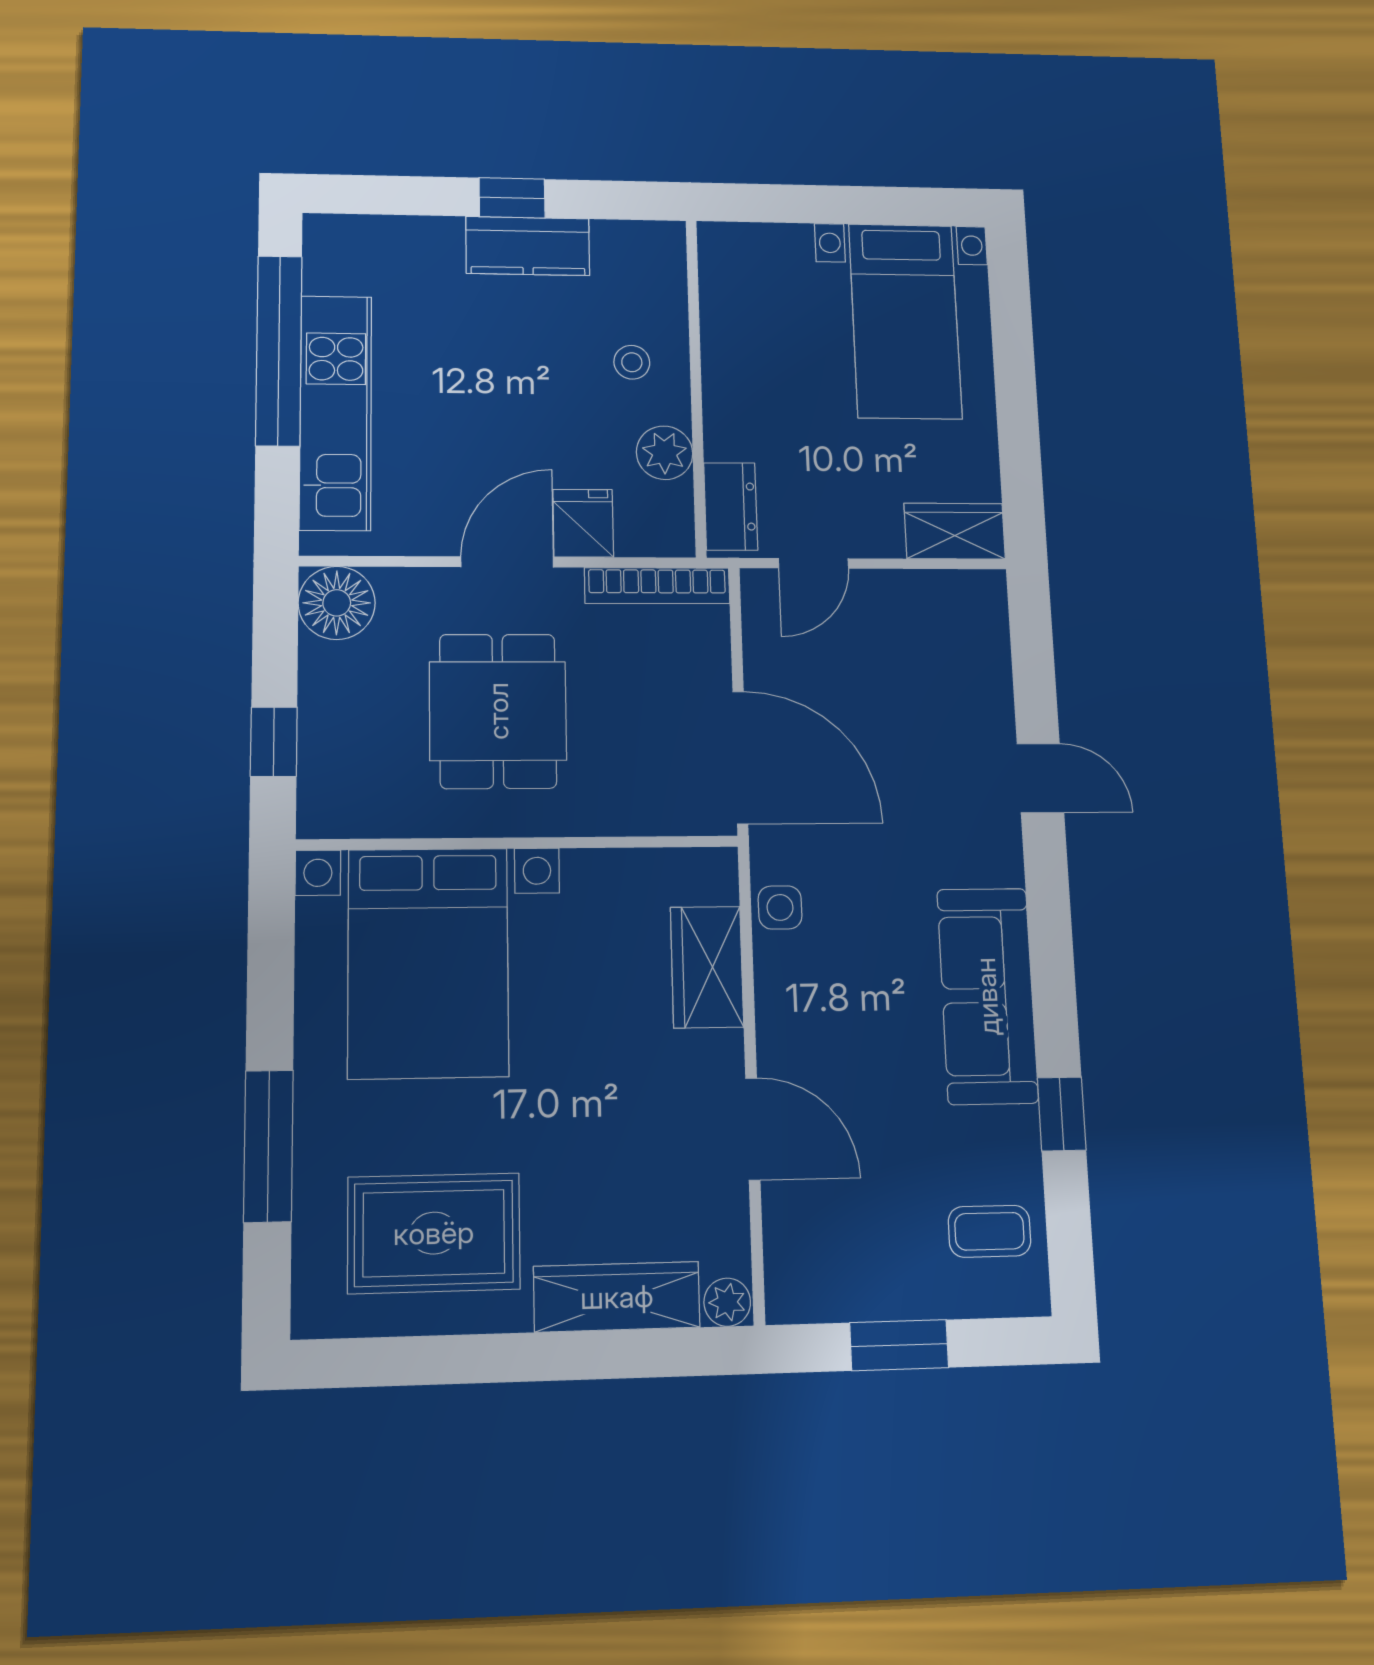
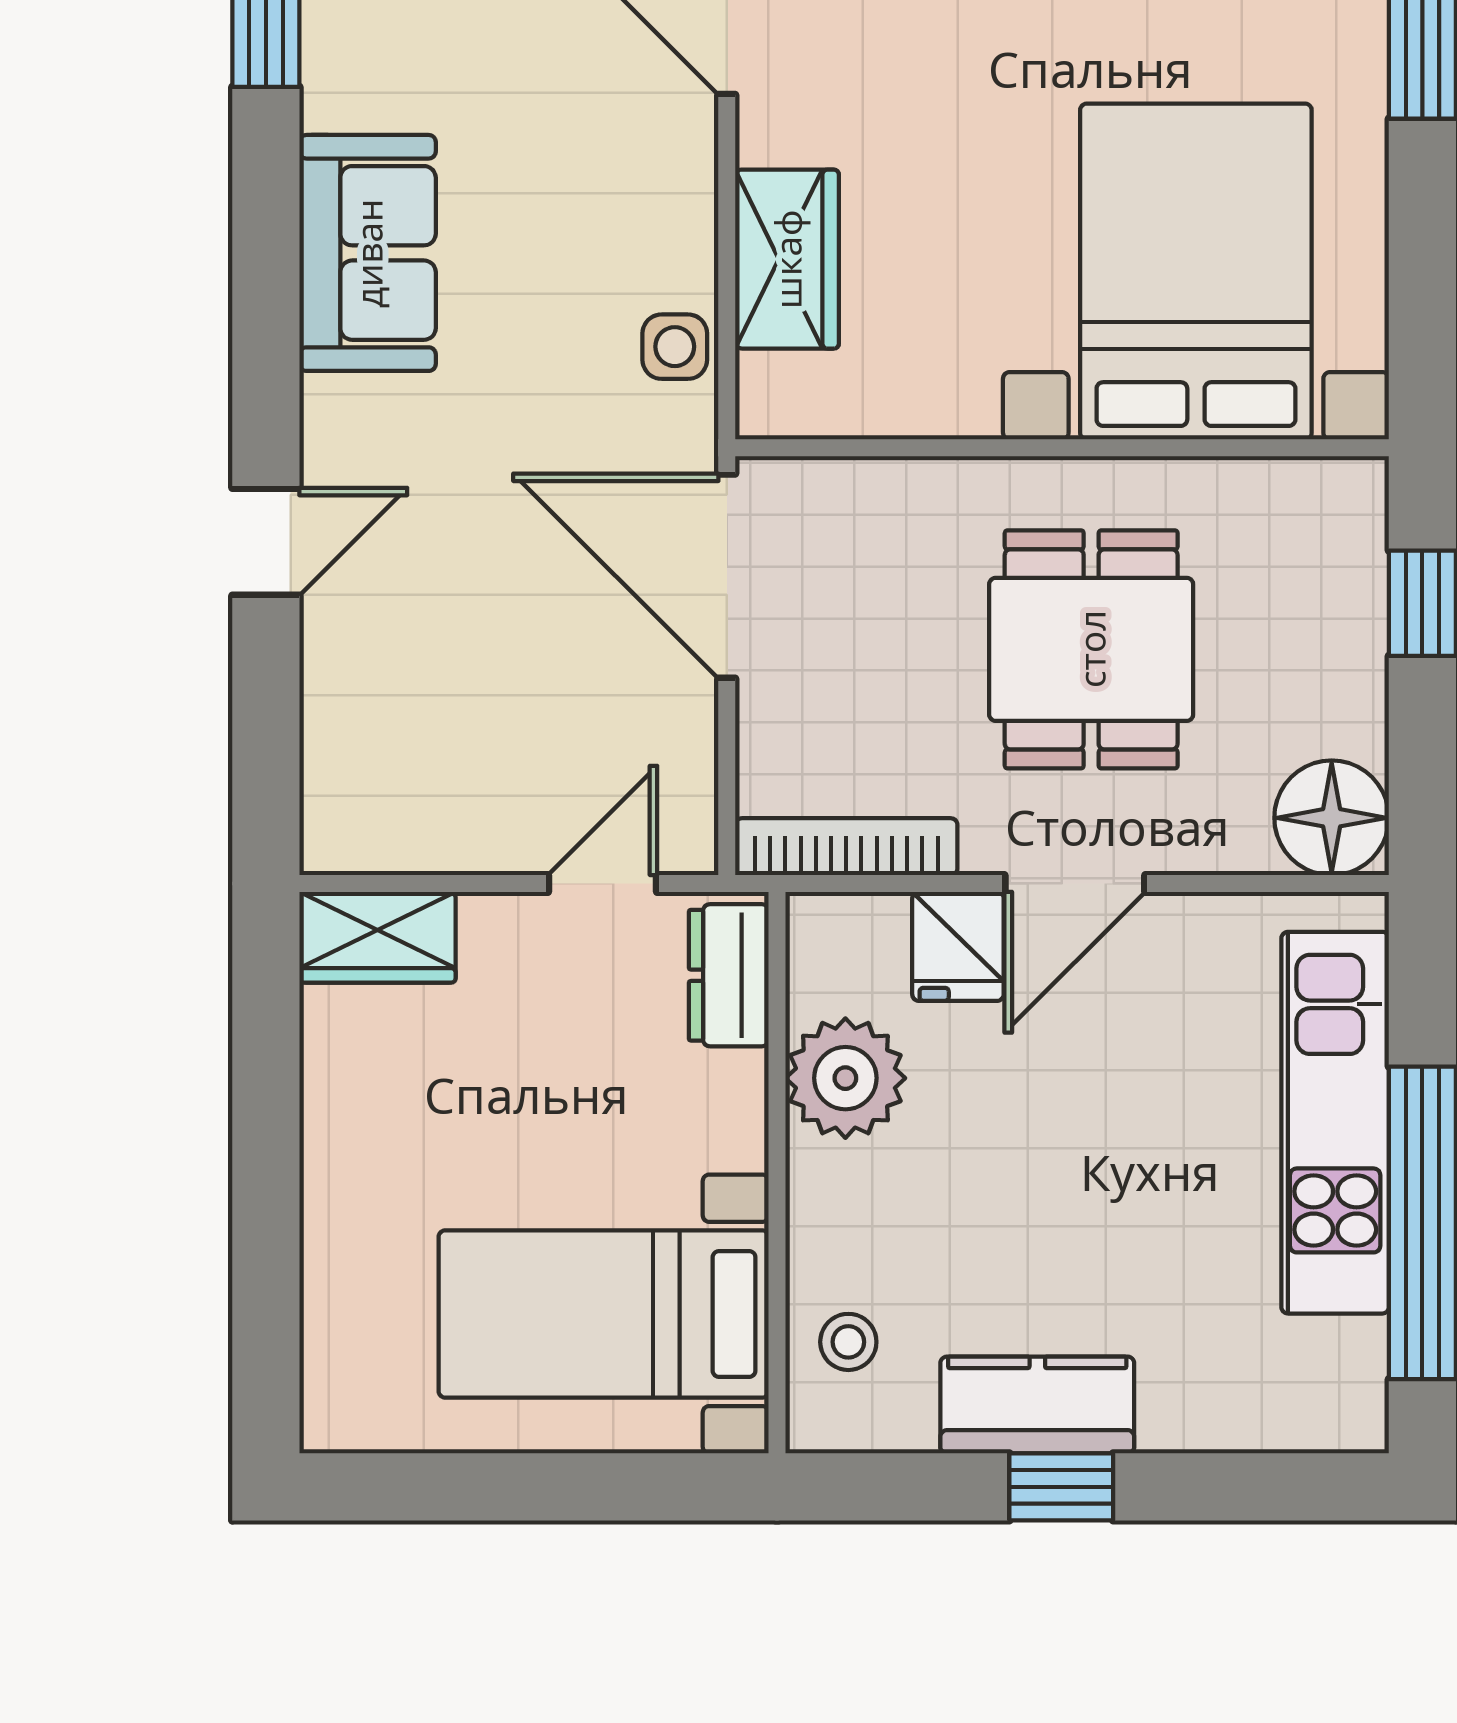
bed with nightstands: (905, 321) -> (604, 1314), moved, turned -90
stool: (632, 362) -> (848, 1342), moved
plant: (665, 453) -> (845, 1078), width x1.36, depth x1.36
door: (1040, 778) -> (266, 542), swing flipped
sofa: (987, 996) -> (368, 253), width x0.73

